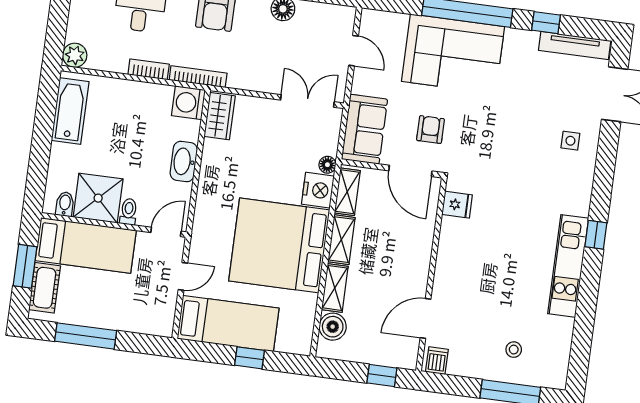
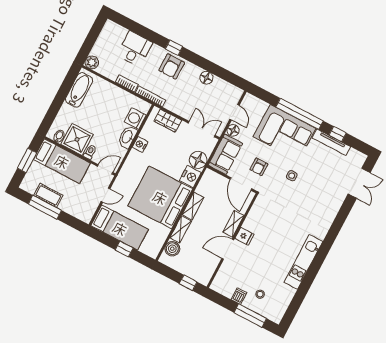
tv unit: (575, 46) -> (331, 142), moved
floor lamp: (363, 83) -> (233, 130), added
washing machine: (188, 103) -> (135, 118), moved
wardrobe: (220, 116) -> (168, 121), moved, turned 90
armchair: (430, 130) -> (259, 167), turned 180
side table: (570, 141) -> (292, 176), moved
floor lamp: (327, 165) -> (198, 160), width x1.89, depth x1.89
nightstand: (211, 166) -> (140, 144), added
shelving: (347, 192) -> (233, 224), moved
fridge: (457, 205) -> (244, 236), moved
window: (596, 235) -> (323, 251), removed
cot: (45, 288) -> (48, 195), moved, turned 90
door: (425, 318) -> (228, 249), moved
dishwasher: (437, 361) -> (239, 296), moved

